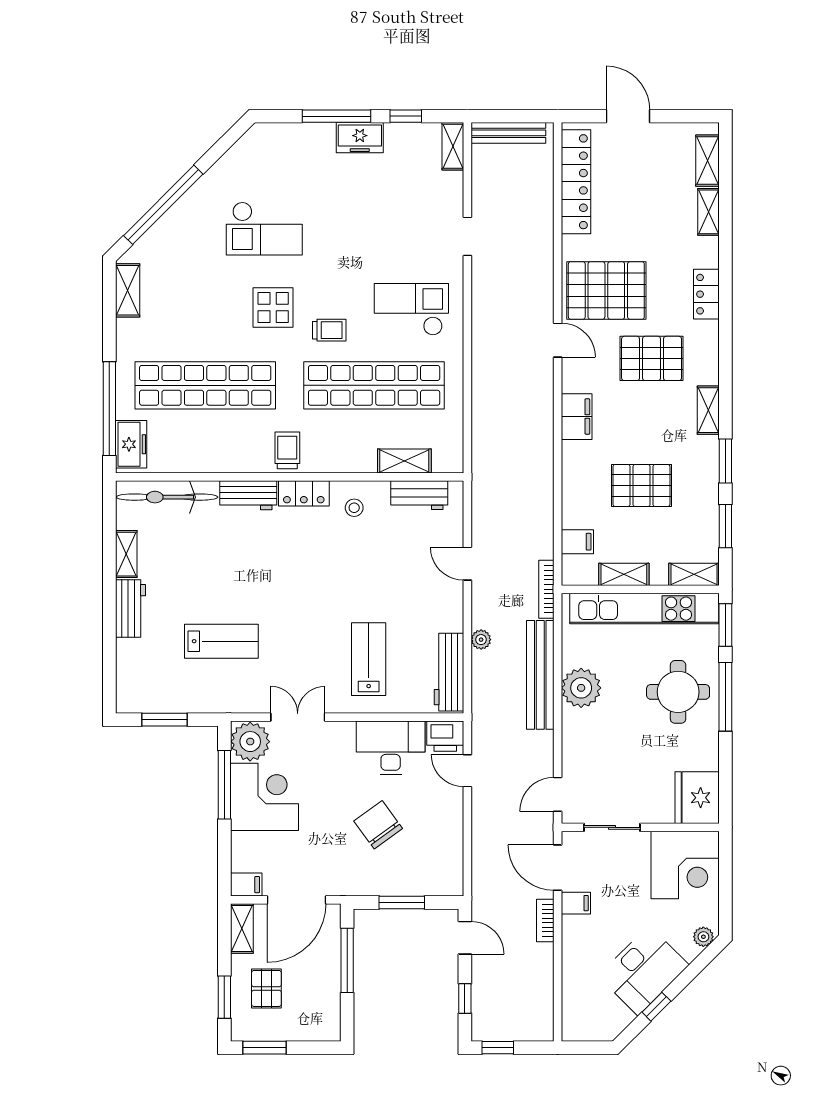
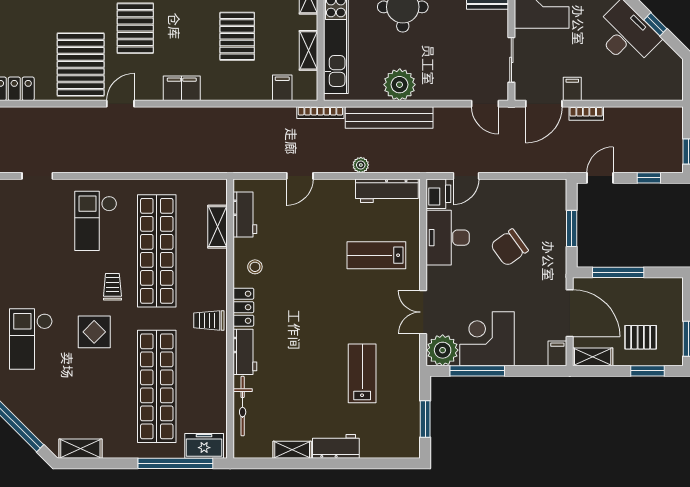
checkout: (264, 228) -> (31, 339), turned 180
bicycle: (167, 497) -> (243, 406), width x0.73, depth x0.71

